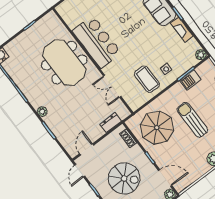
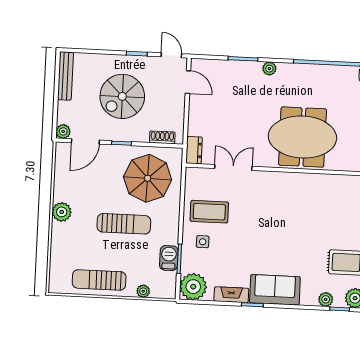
bar counter: (97, 42) -> (295, 191), removed
plant: (201, 55) -> (193, 287), width x1.88, depth x1.88
dresser: (111, 123) -> (194, 150), moved

